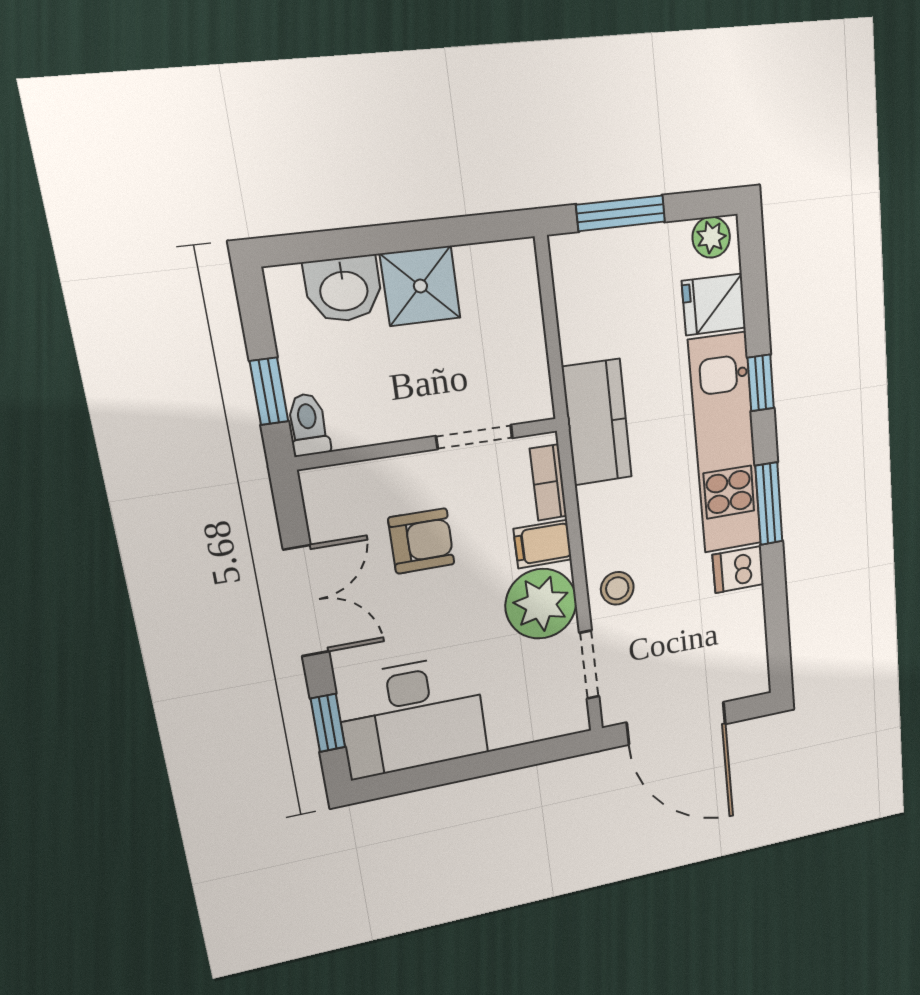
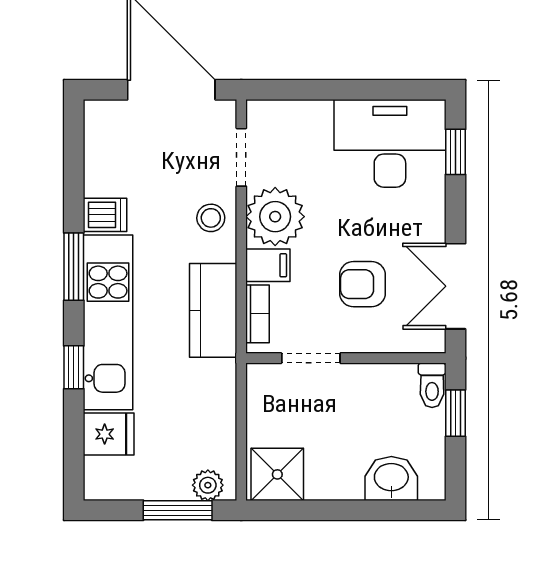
plant: (711, 237) -> (208, 485), moved
shower: (420, 286) -> (277, 474), moved
kitchen counter: (597, 422) -> (213, 310), moved
double door: (306, 601) -> (455, 286), moved

